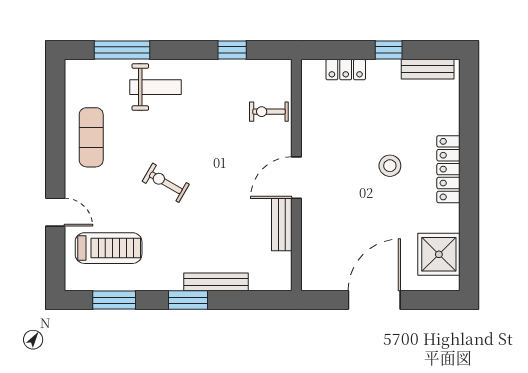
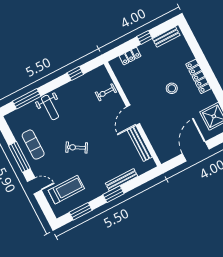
weight bench: (156, 87) -> (50, 107), turned 90
window: (55, 147) -> (19, 157), added
bench: (282, 225) -> (140, 144), width x1.36

